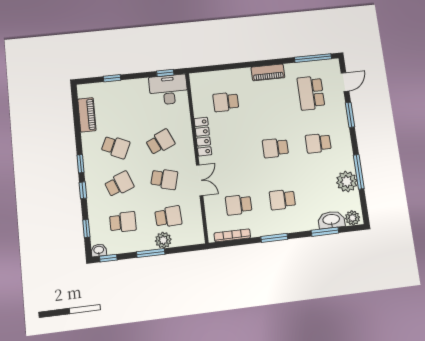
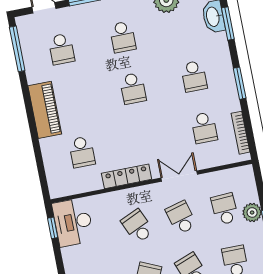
piano: (268, 72) -> (45, 110), width x1.37, depth x1.33
school desk: (311, 93) -> (62, 49), width x0.54
school desk: (164, 179) -> (181, 218), turned -30

